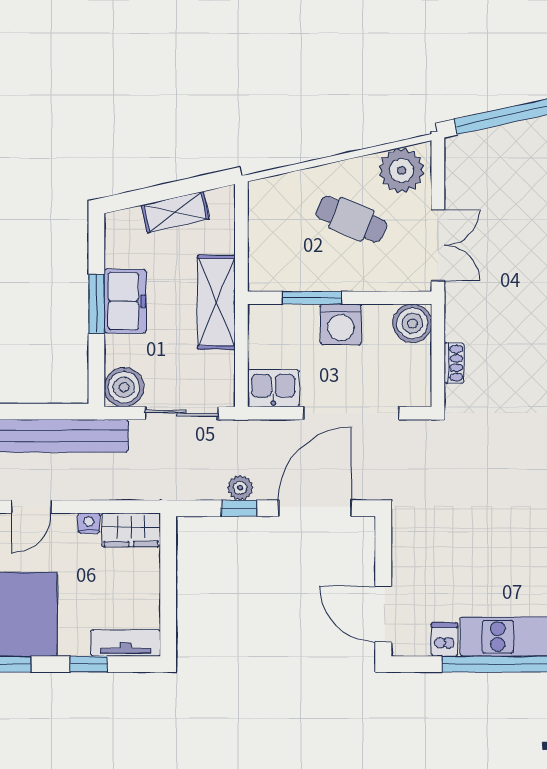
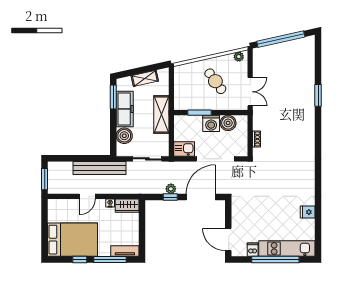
plant: (402, 170) -> (239, 57), width x0.53, depth x0.53
cafe table: (351, 219) -> (215, 81), turned 31
freezer: (125, 301) -> (125, 109), width x1.40
window: (96, 304) -> (113, 97), moved
boiler: (412, 323) -> (228, 123), moved
boiler: (124, 387) -> (124, 136), moved
window: (89, 664) -> (110, 259), width x2.17

